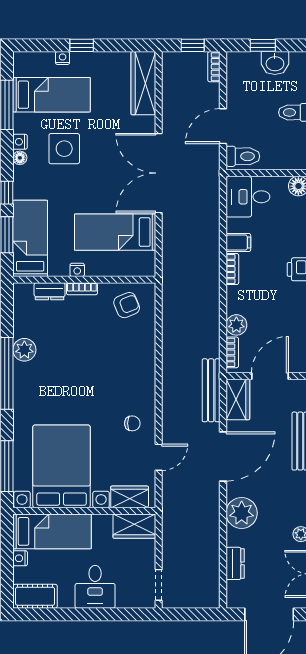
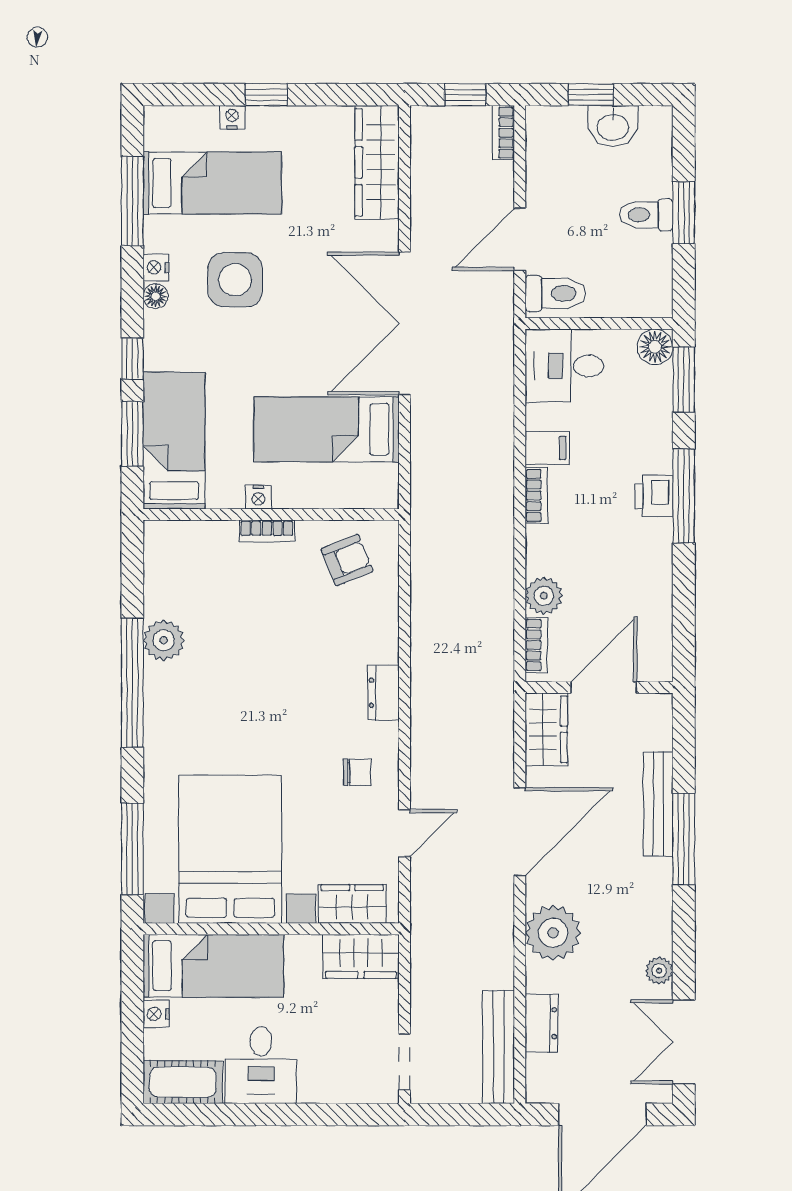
dresser: (50, 291) -> (384, 693), moved, turned 90
bench: (211, 390) -> (498, 1047), moved
desk: (95, 587) -> (261, 1065), moved

